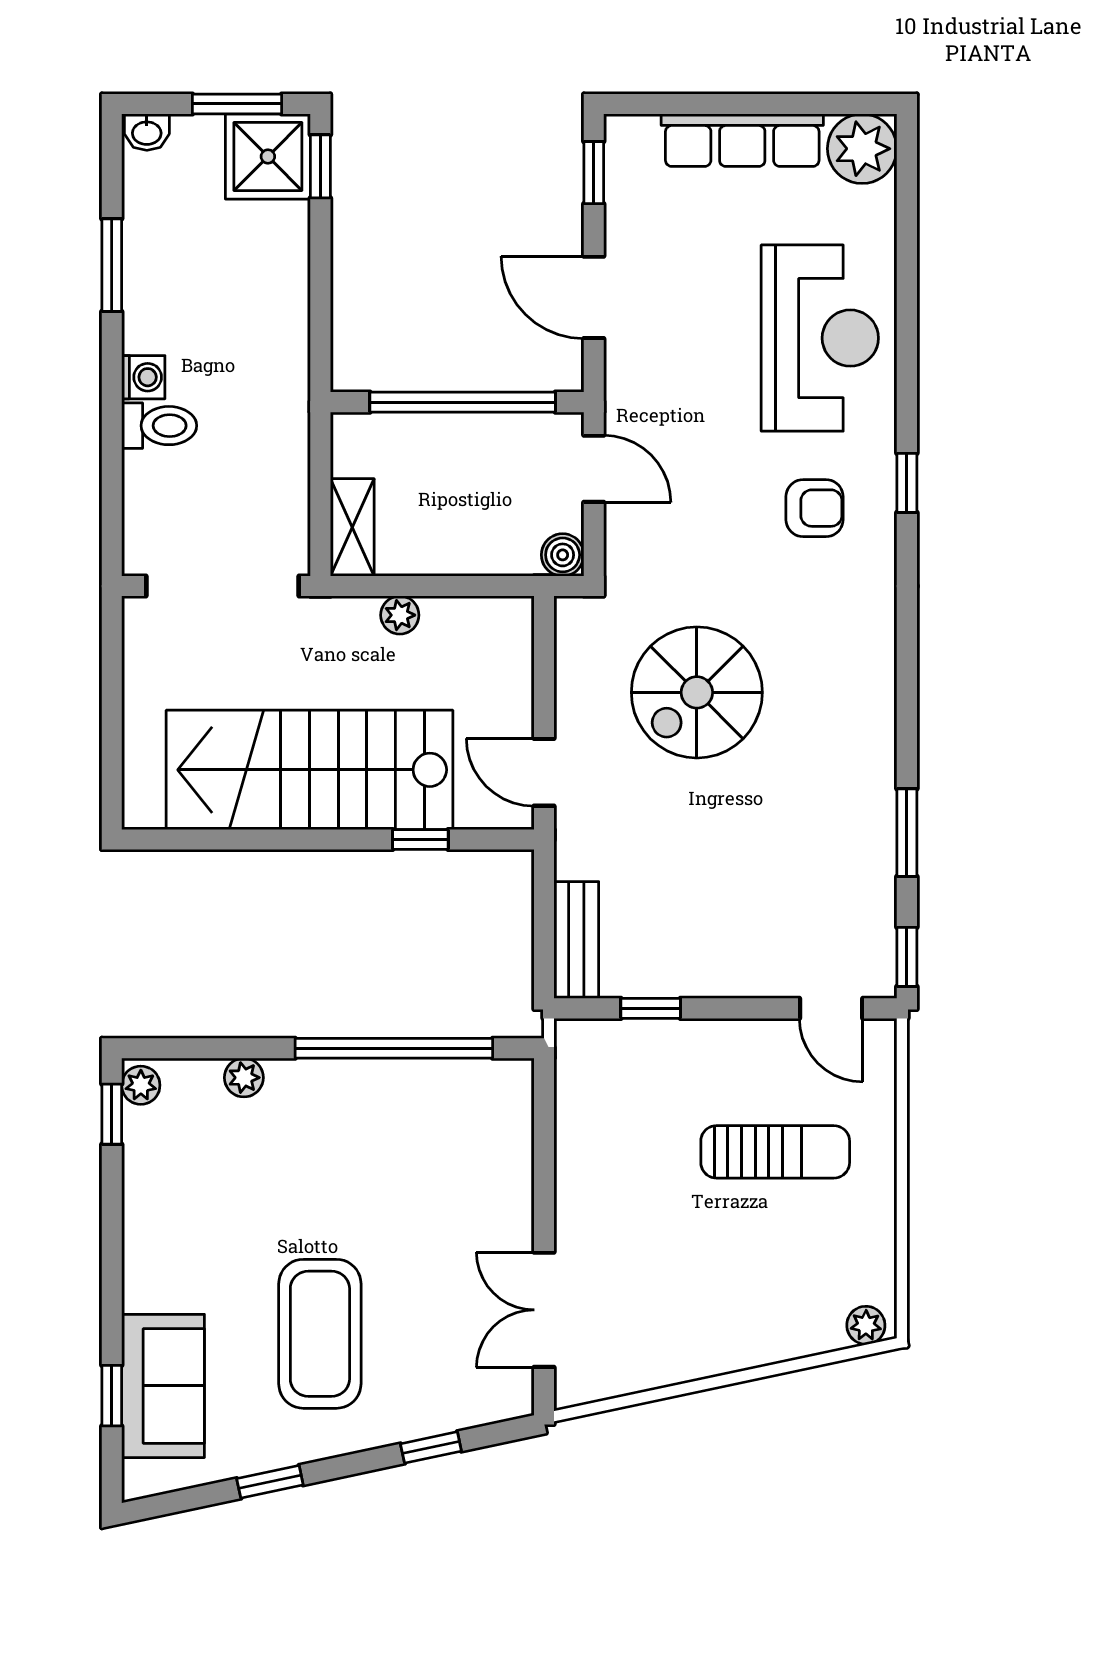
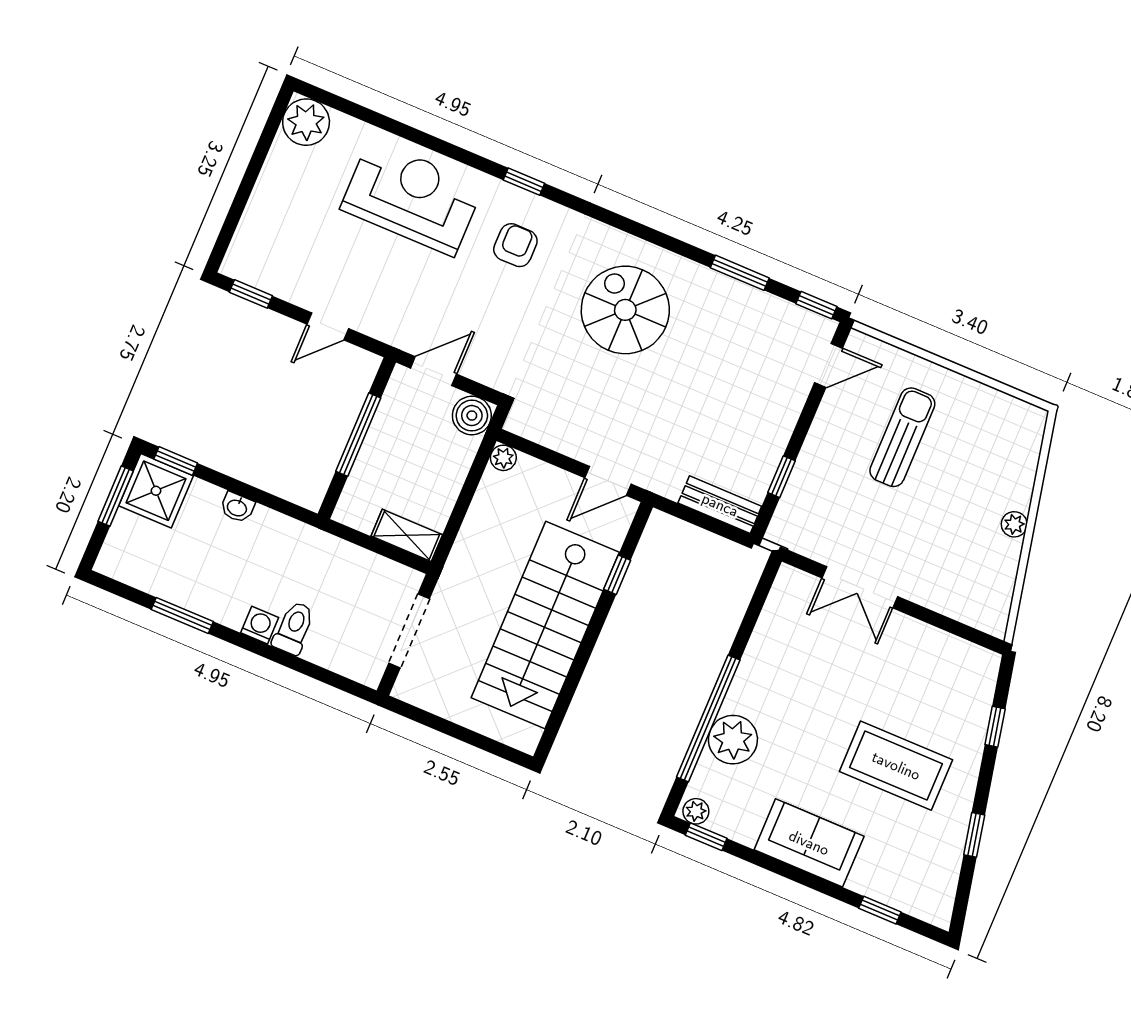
washbasin: (147, 132) -> (237, 507), moved, turned 90
row of seats: (742, 140) -> (270, 194), removed
door: (594, 297) -> (328, 326), width x0.73
window: (463, 402) -> (358, 435), width x0.68
boiler: (563, 555) -> (472, 416), width x1.36, depth x1.36
doorway: (222, 586) -> (409, 631), width x0.73
plant: (400, 615) -> (503, 458), moved
spiral stairs: (697, 692) -> (625, 310), moved, turned 180
window: (394, 1048) -> (708, 719), moved
plant: (244, 1078) -> (733, 740), width x1.88, depth x1.88
double door: (544, 1310) -> (860, 587), moved
plant: (866, 1325) -> (1014, 524), moved
sofa: (163, 1386) -> (809, 843), moved

